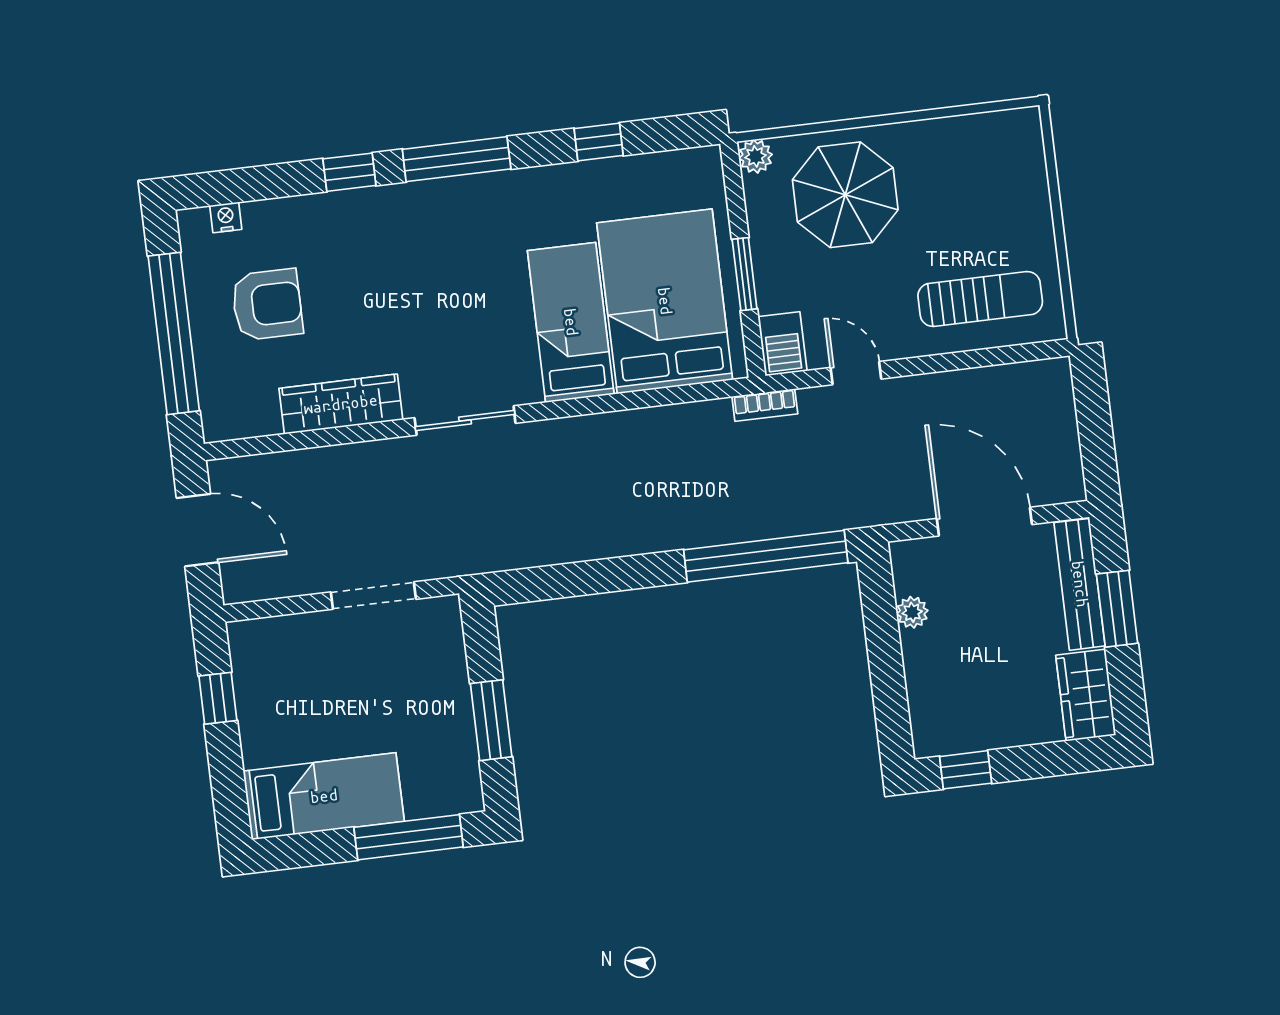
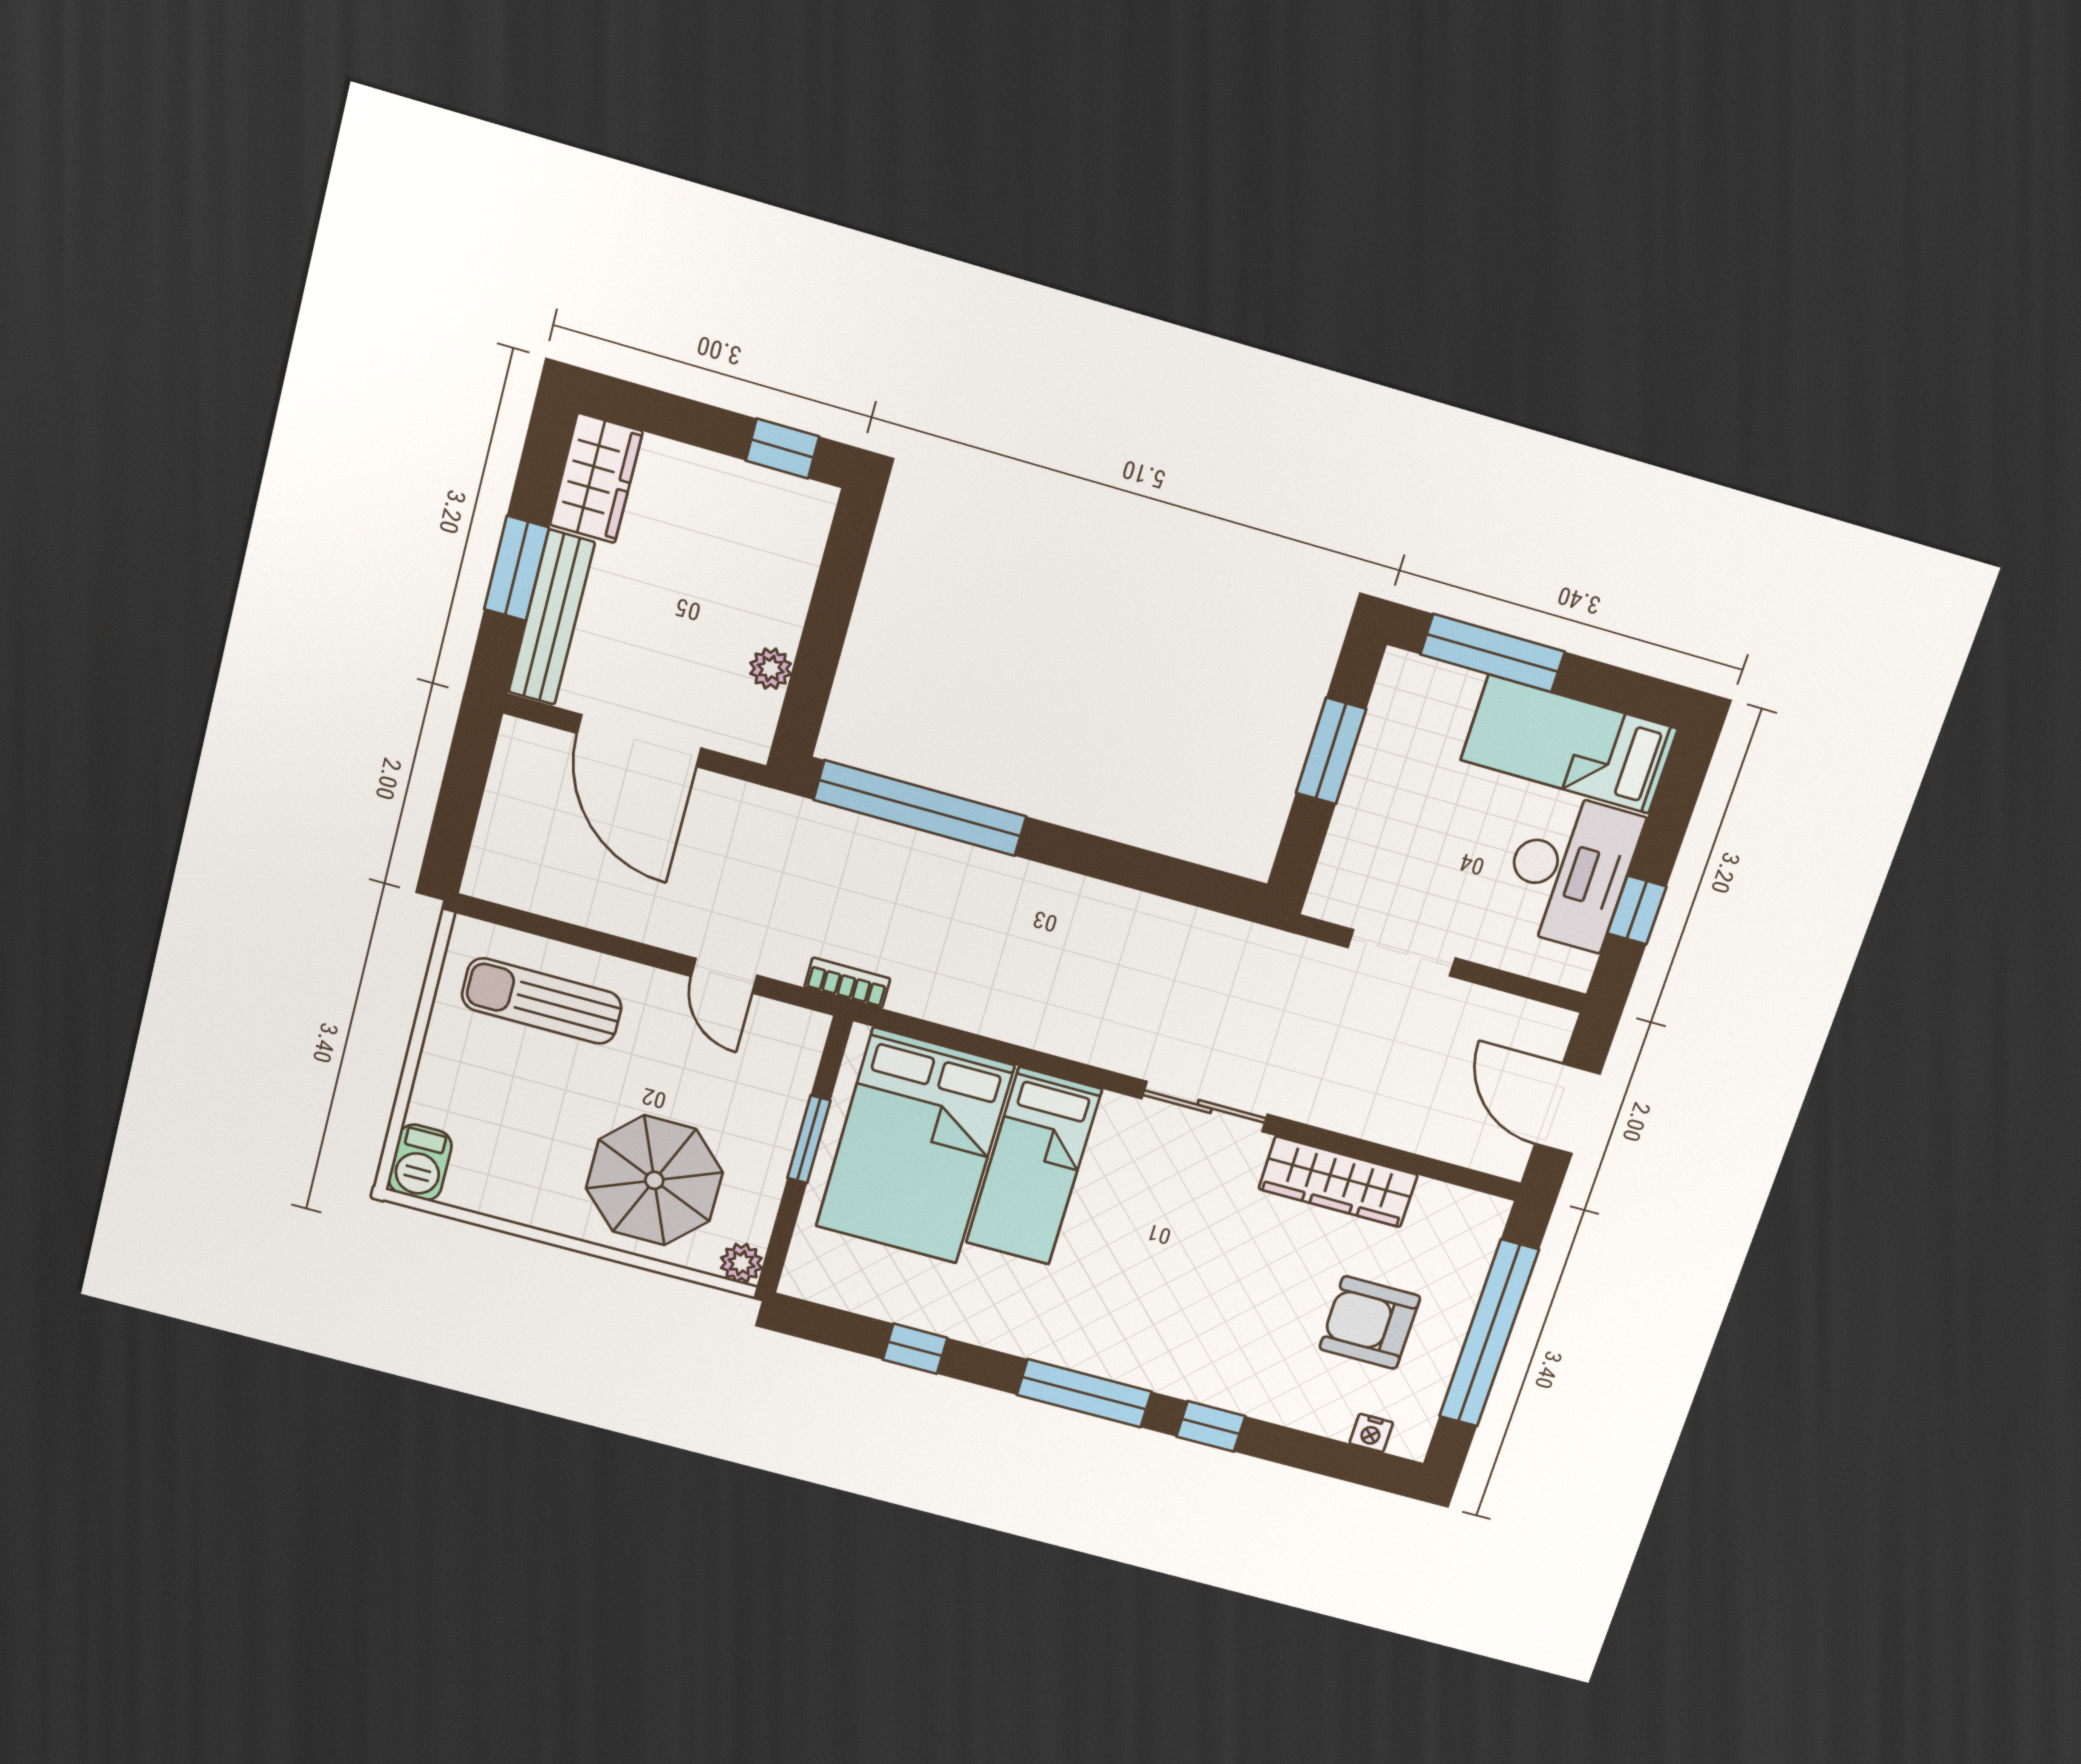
barbecue: (783, 344) -> (420, 1162), moved, turned 180
desk: (280, 706) -> (1569, 871), added

